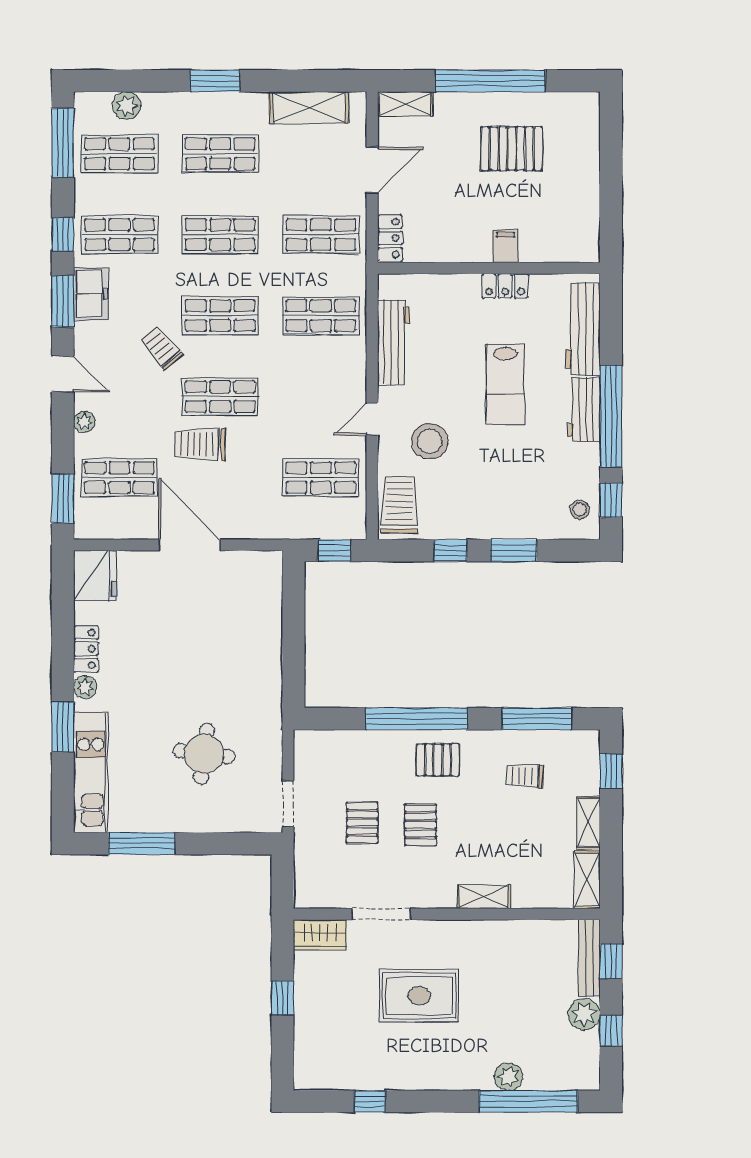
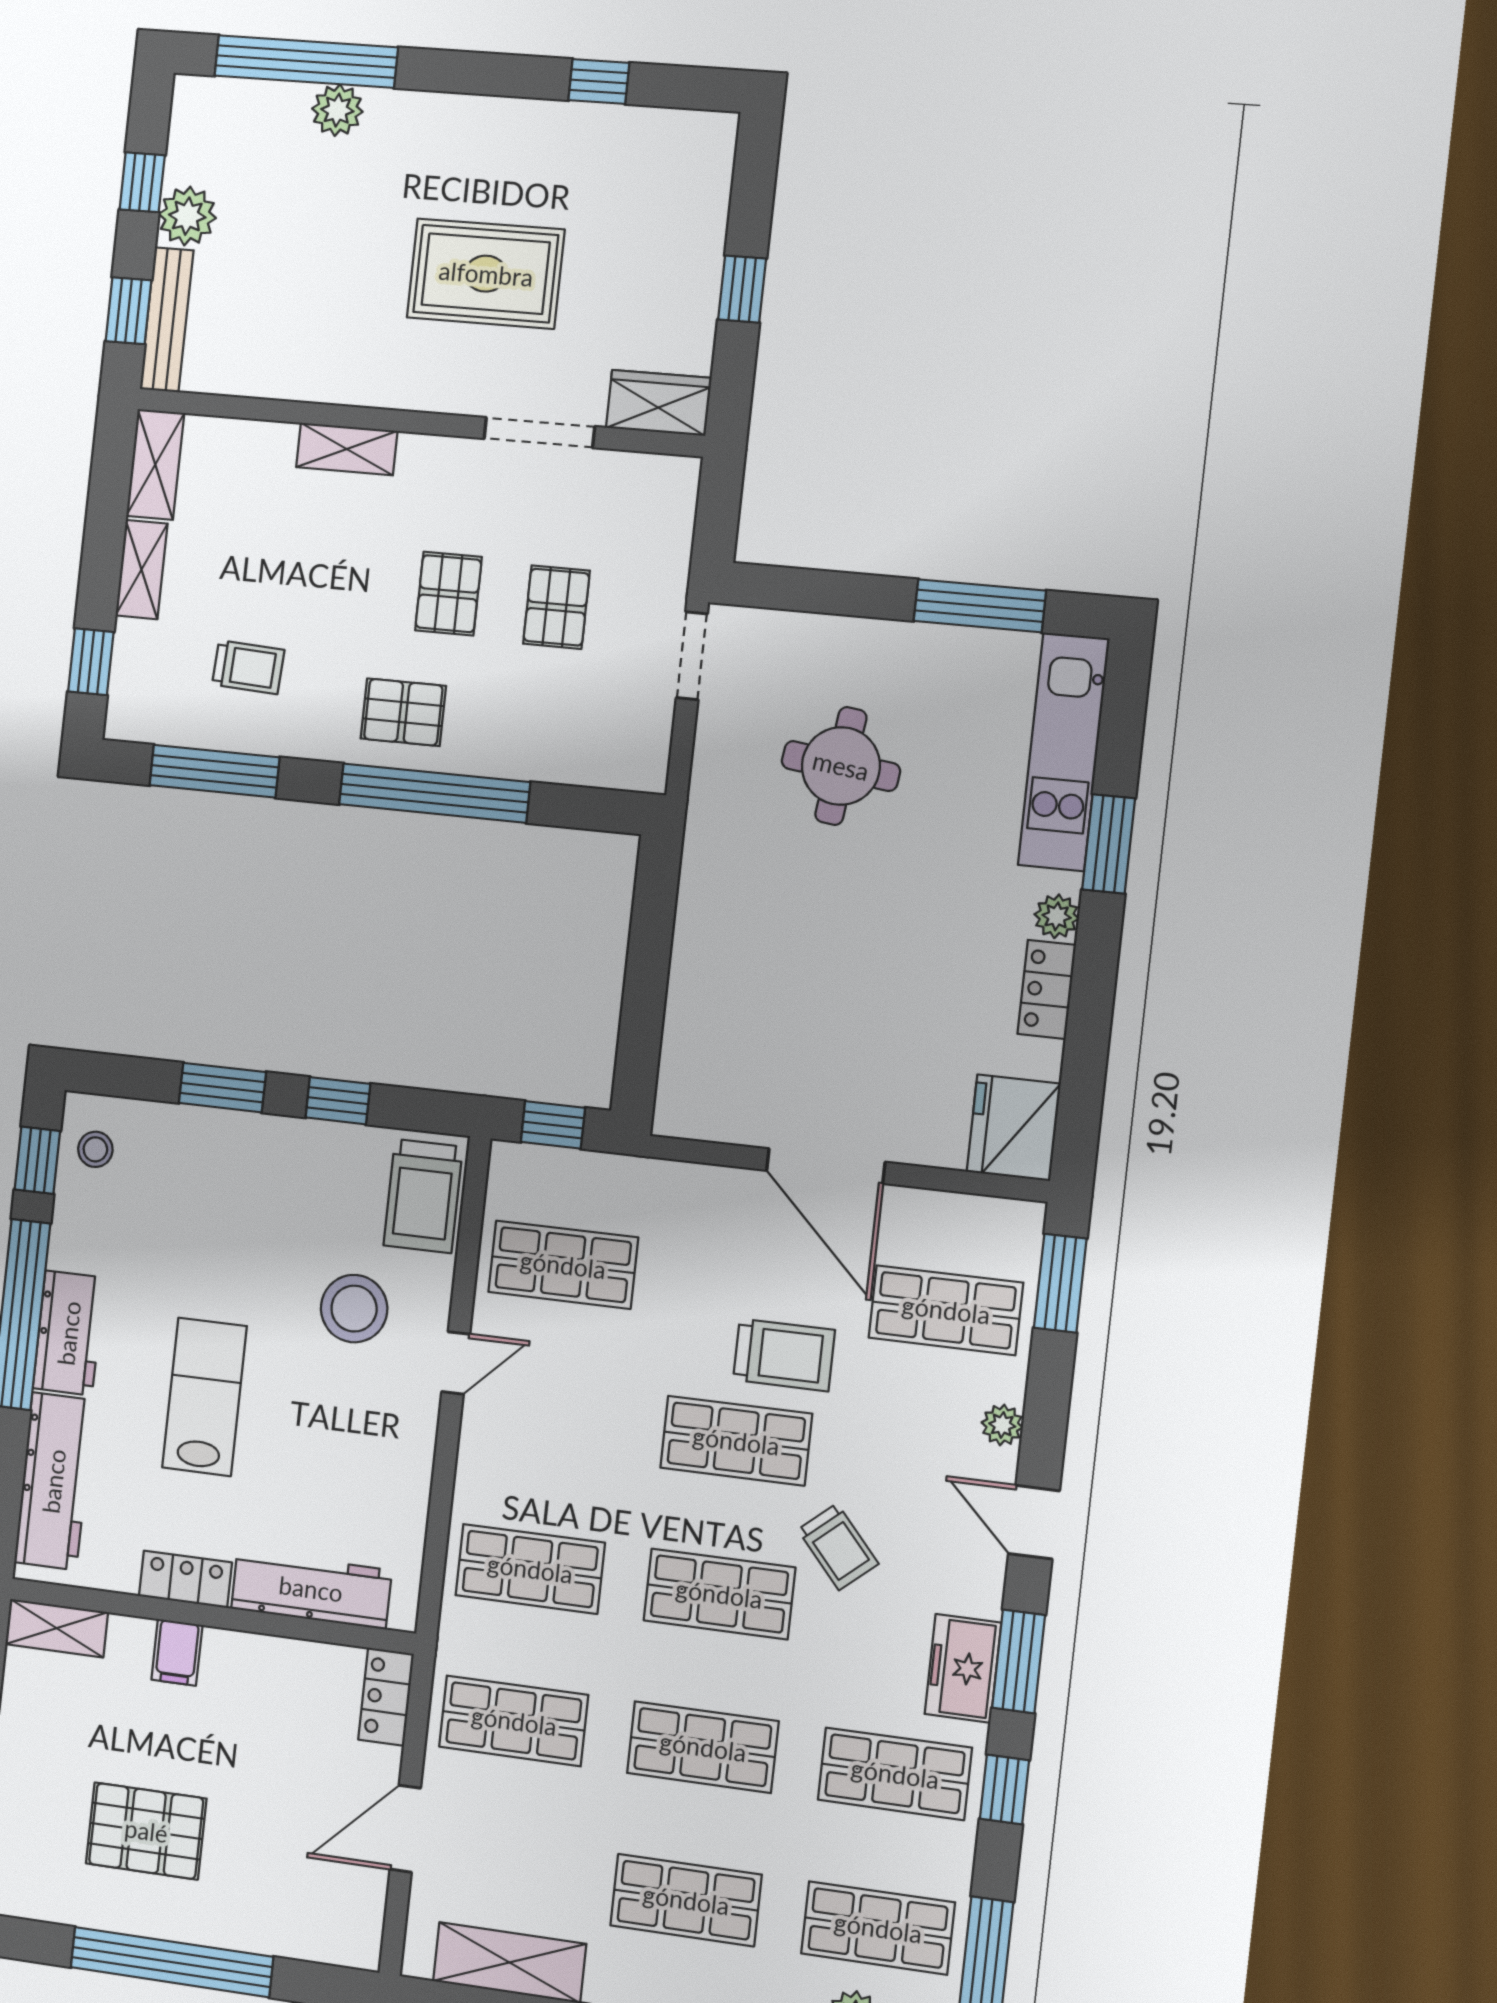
shelving: (405, 104) -> (57, 1628), moved
workbench: (393, 342) -> (311, 1589), moved, turned 90

